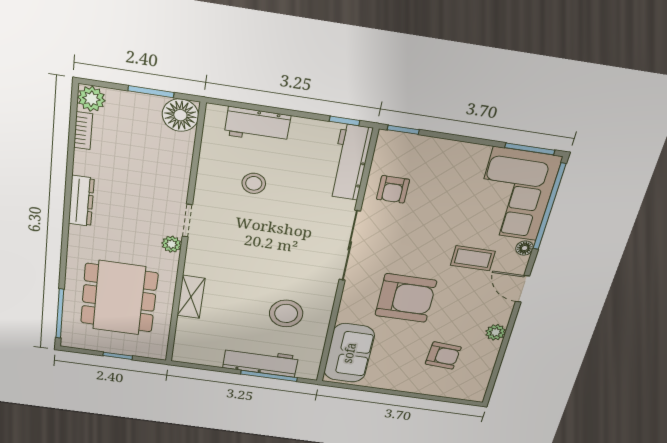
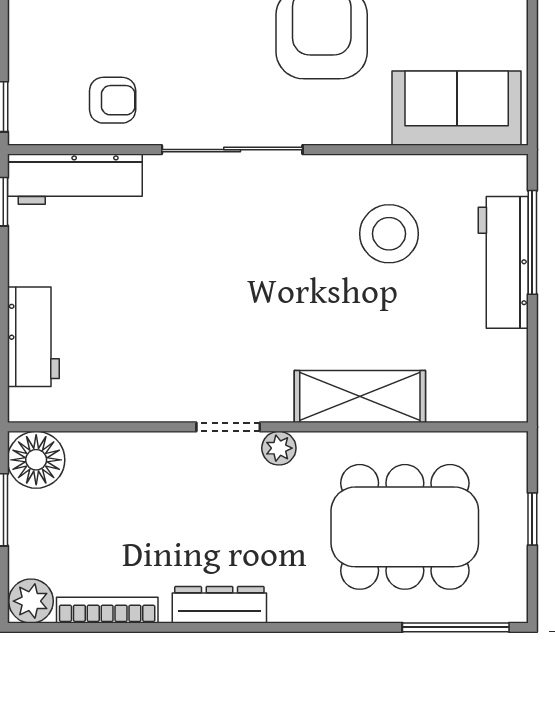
bookcase: (83, 131) -> (107, 610), width x1.56
stool: (254, 183) -> (139, 327), removed
shelving: (191, 297) -> (360, 396), width x1.50, depth x1.33

